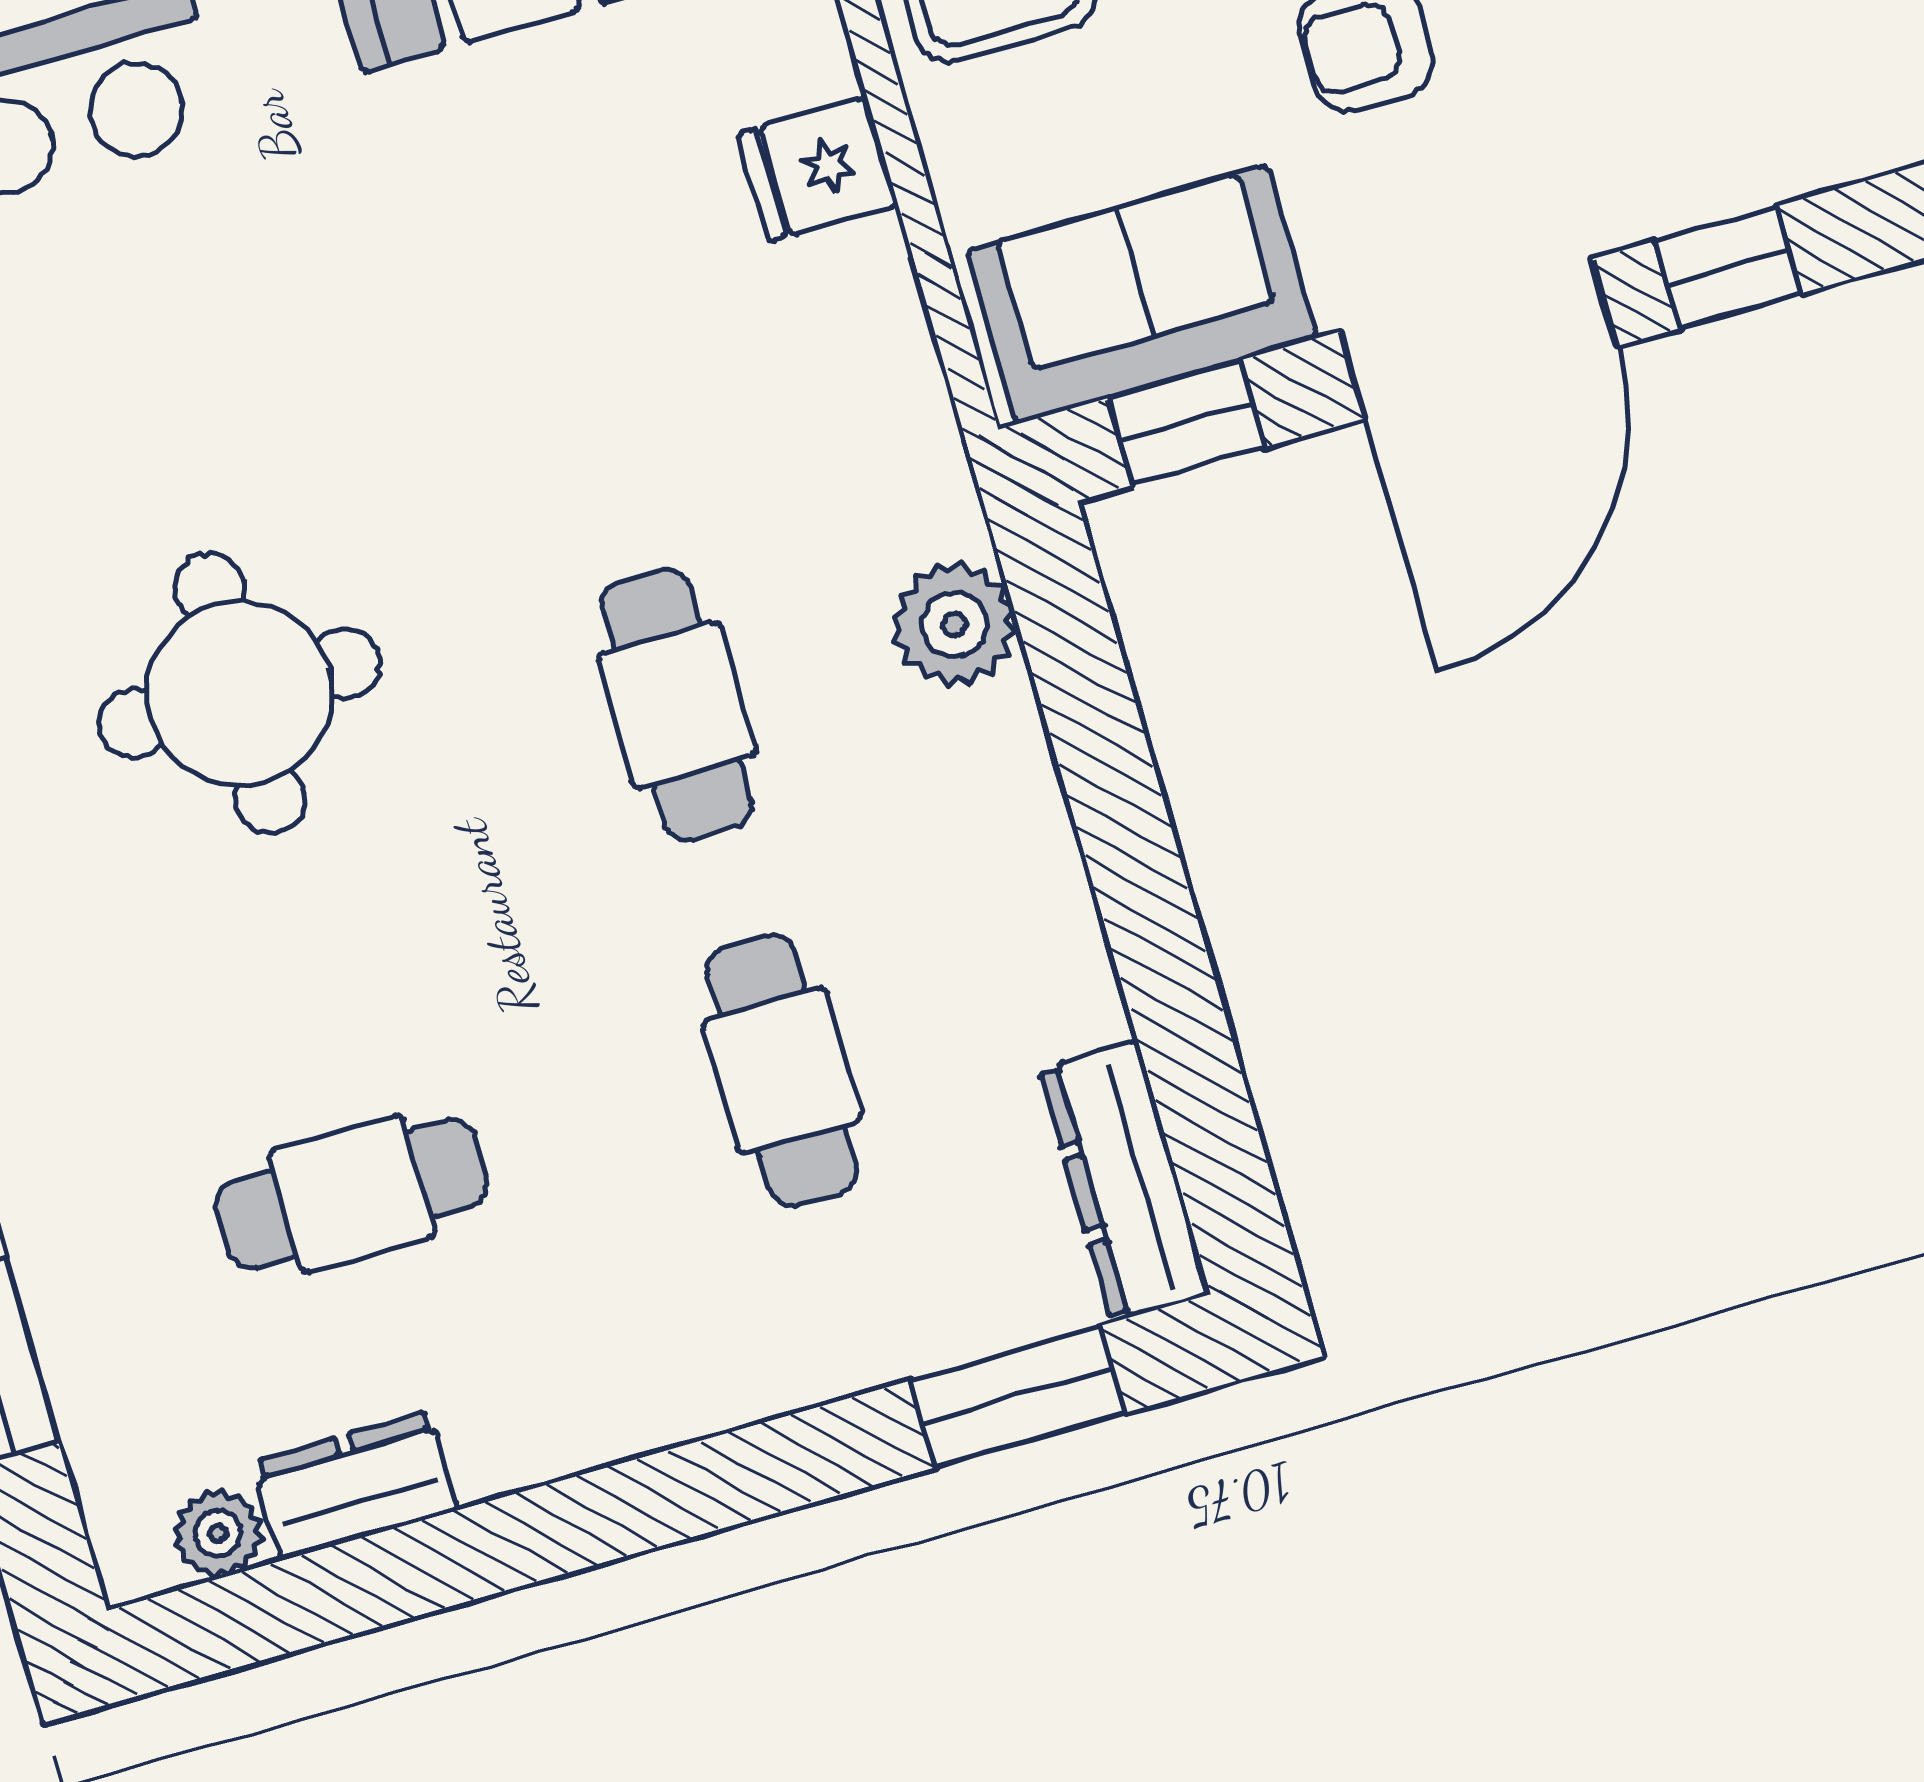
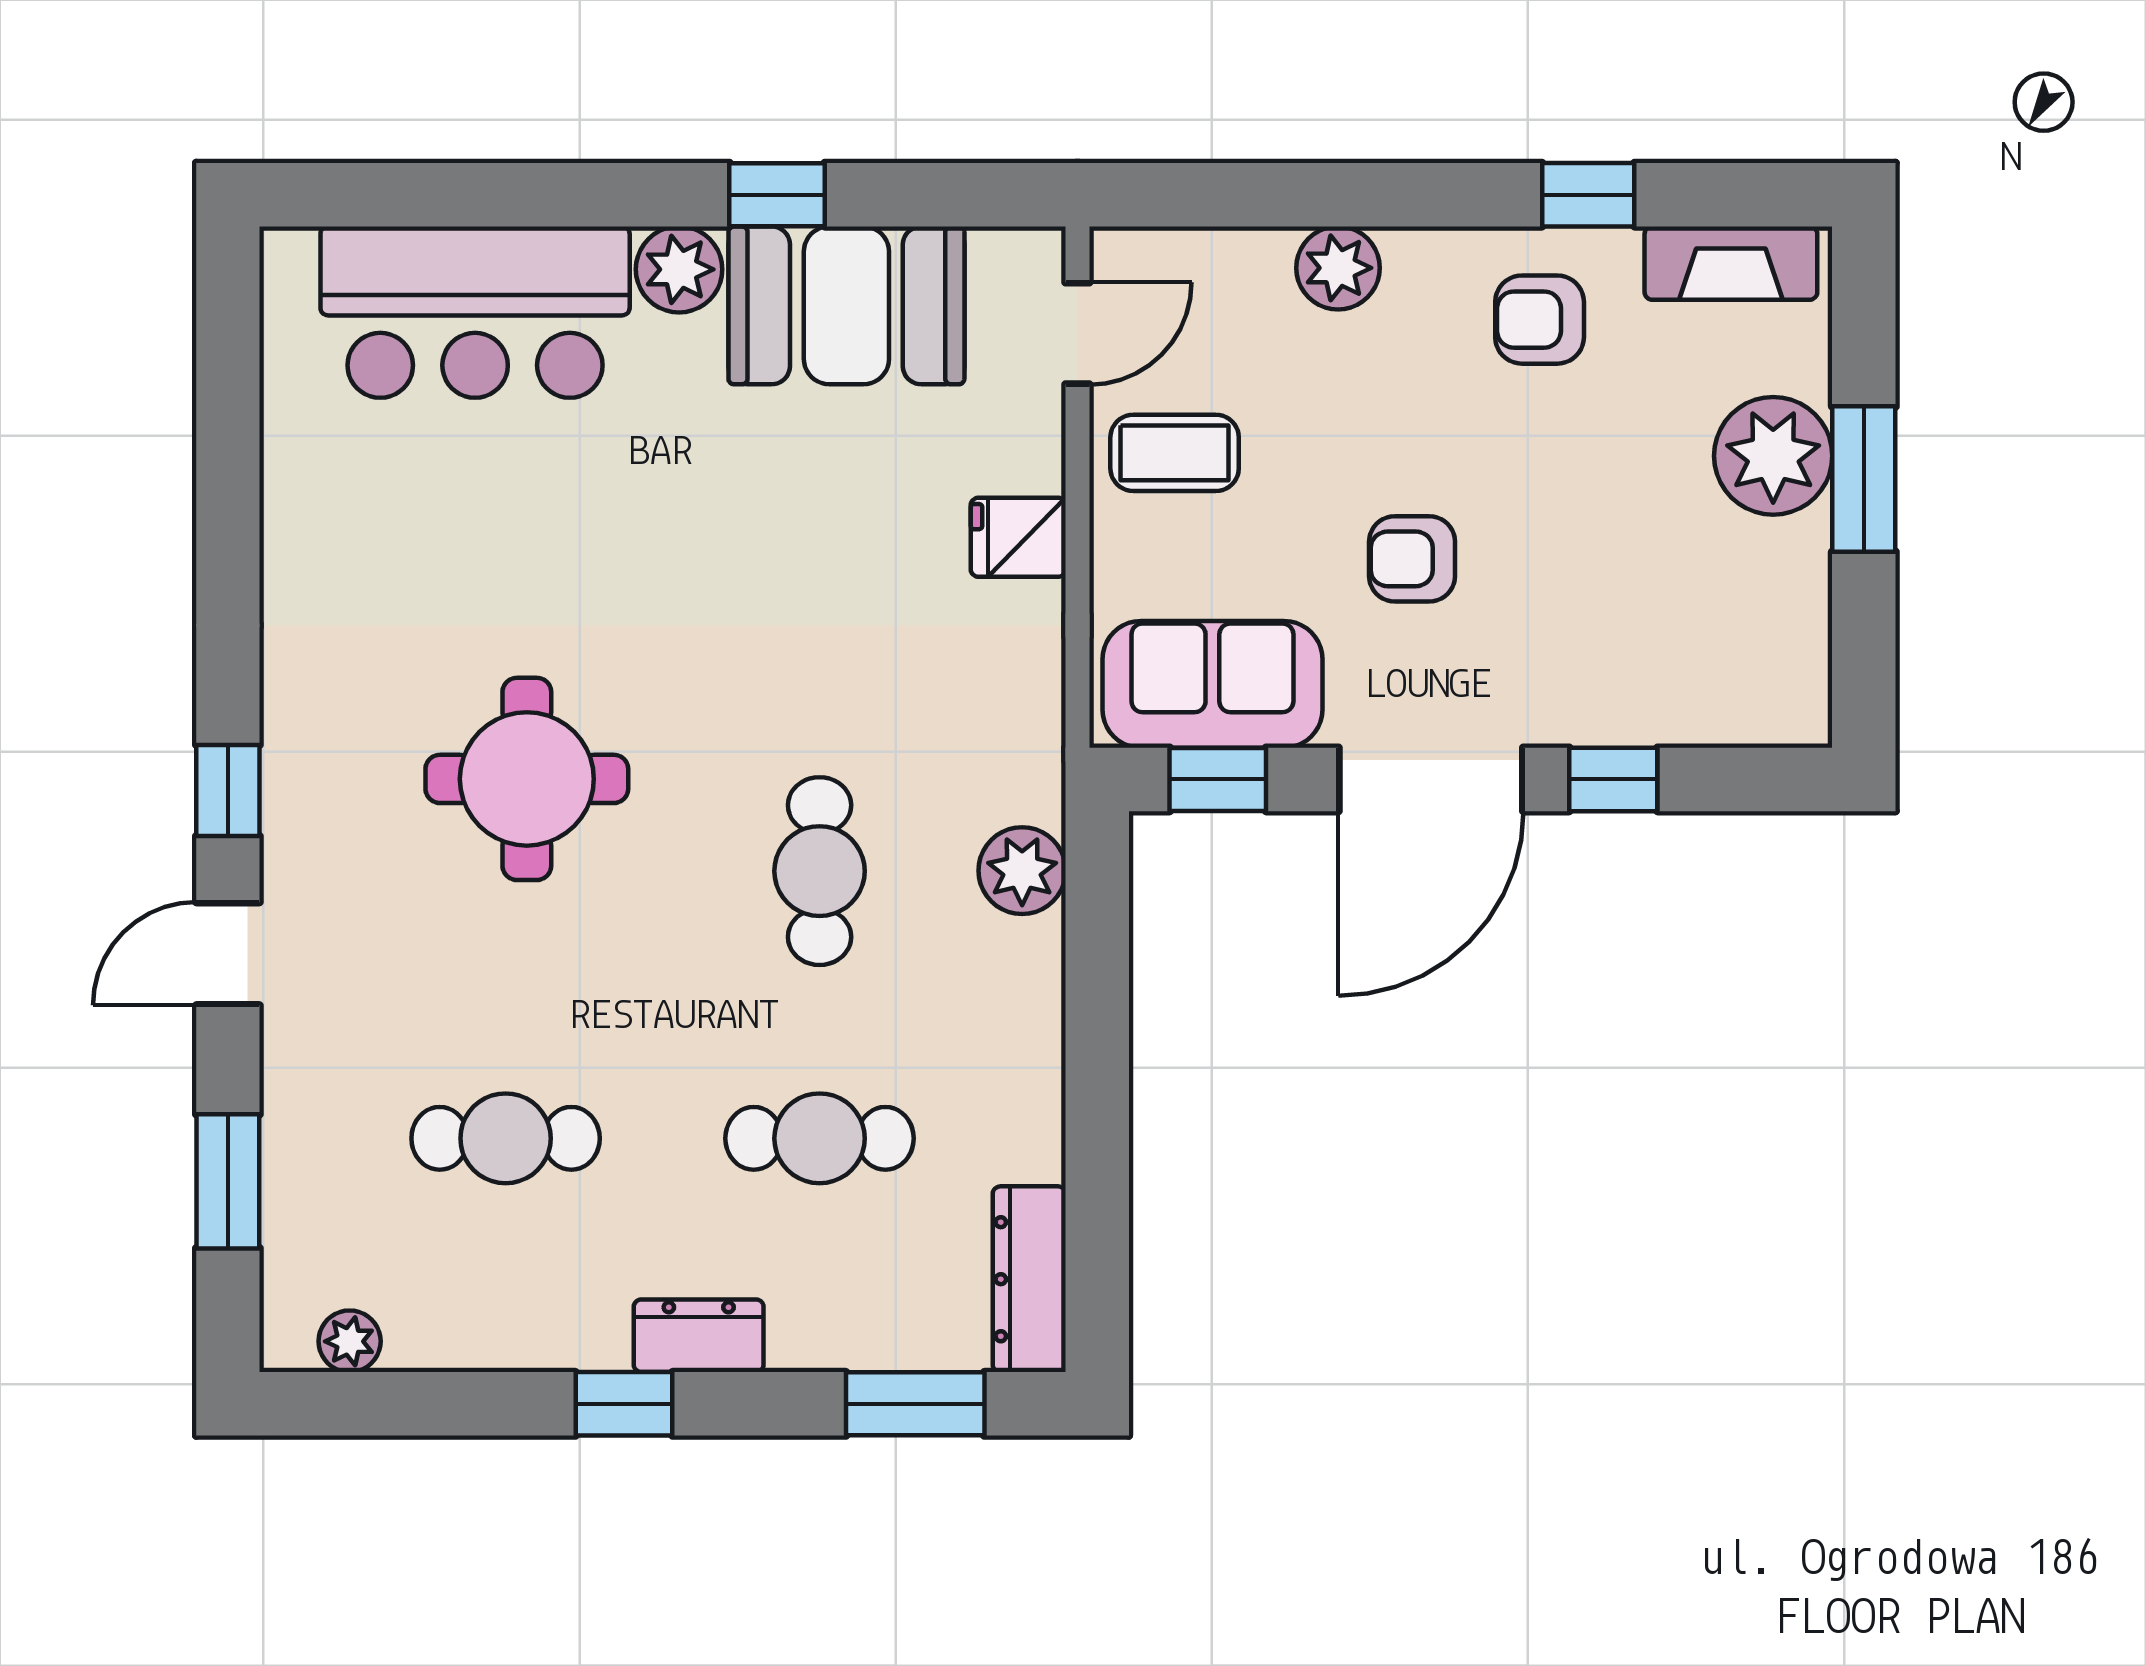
cafe table: (782, 1071) -> (820, 1138), turned 90
dresser: (356, 1485) -> (699, 1336), moved
window: (618, 1511) -> (624, 1404), added

